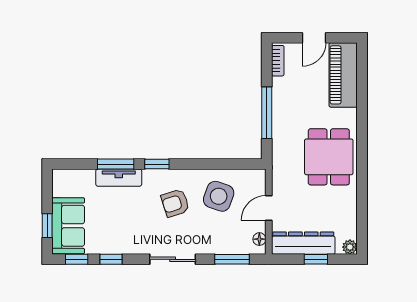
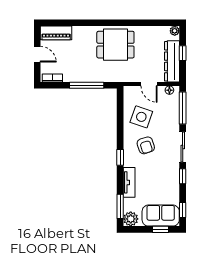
piano: (343, 75) -> (56, 33), width x0.73, depth x0.75
window: (116, 164) -> (120, 206), moved
plant: (63, 180) -> (131, 219), added
window: (111, 259) -> (183, 176), moved
window: (232, 259) -> (183, 108), width x1.44

